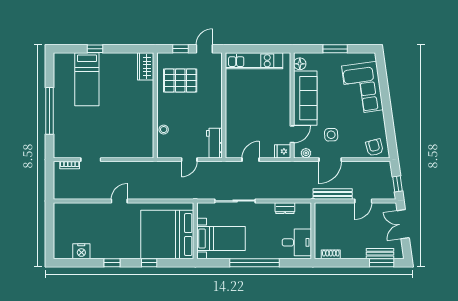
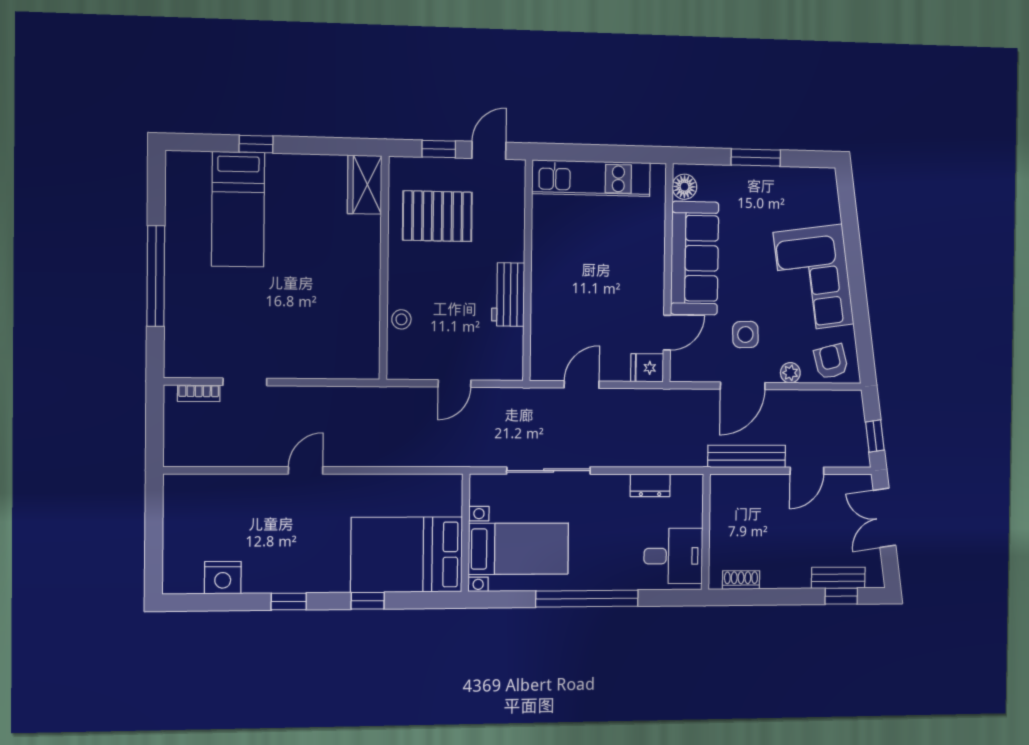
corner sofa: (362, 88) -> (814, 278), moved
workbench: (214, 143) -> (508, 294), moved
plant: (306, 153) -> (790, 373), moved
bed: (167, 235) -> (407, 555), width x0.73
window: (382, 263) -> (841, 596), width x0.67

